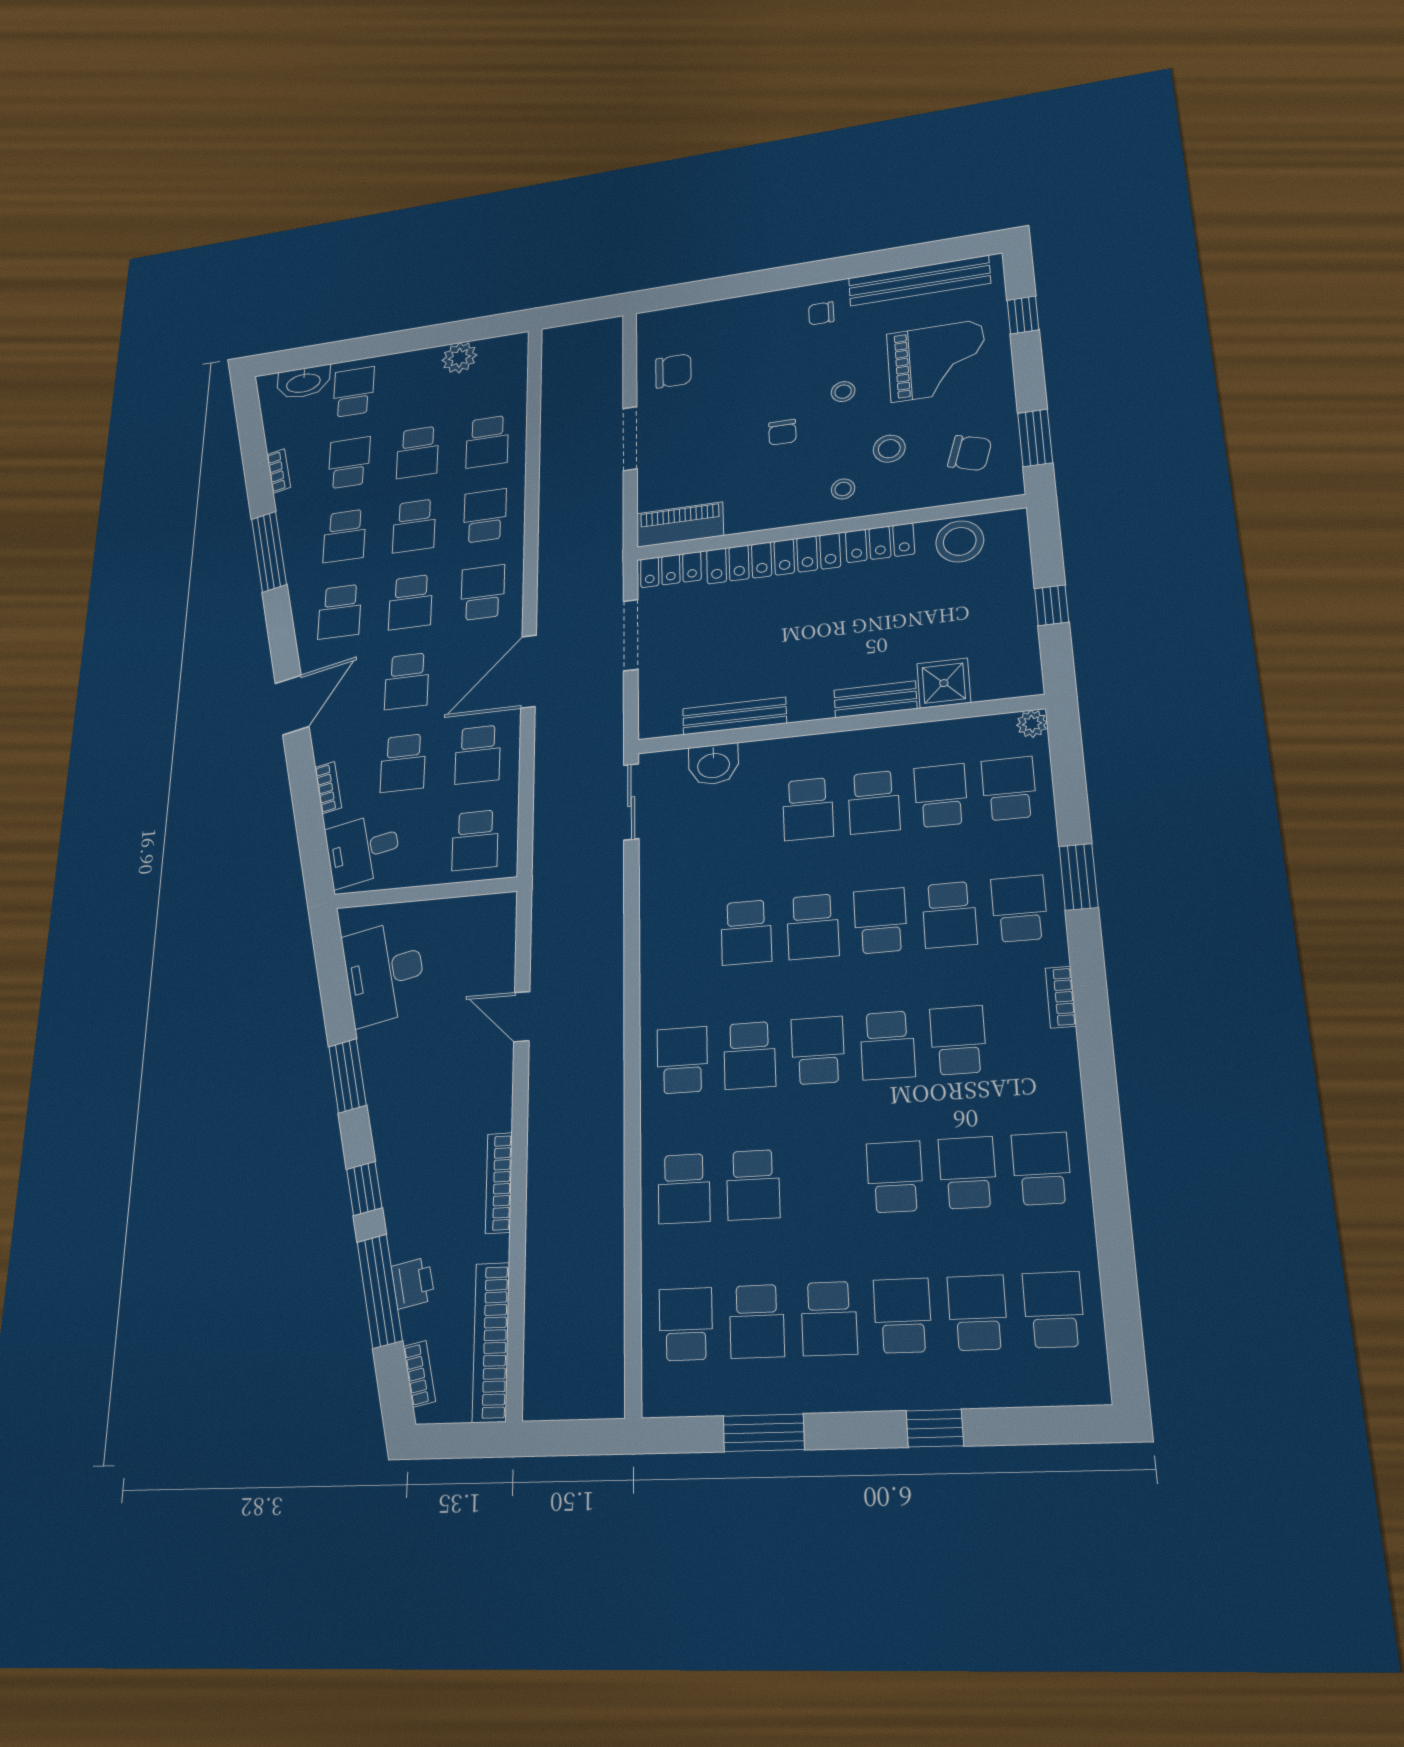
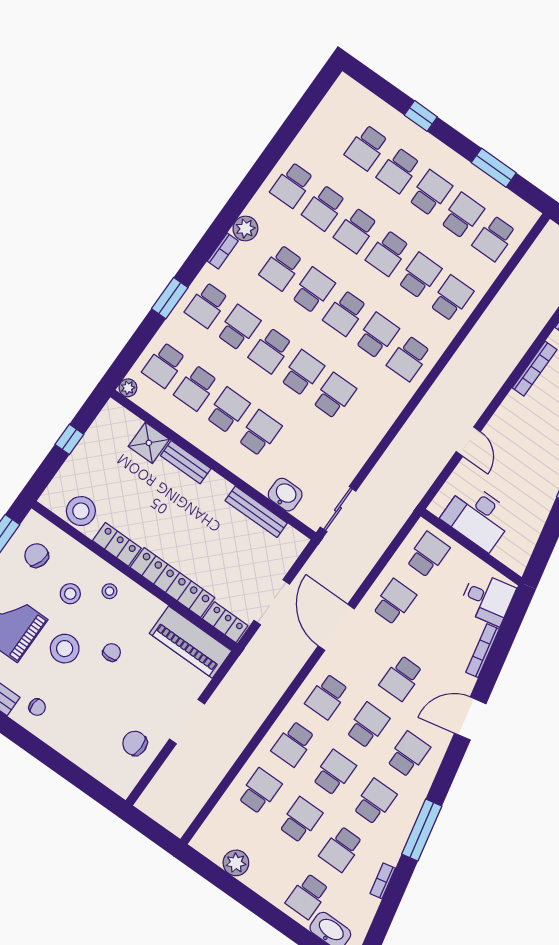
stool: (843, 392) -> (65, 649), width x1.89, depth x1.89
piano: (680, 525) -> (190, 642), width x1.37, depth x1.33
door: (529, 671) -> (336, 627), swing flipped
school desk: (407, 681) -> (401, 678), turned 180
school desk: (403, 763) -> (435, 631), removed
bookcase: (328, 788) -> (482, 651), width x1.56
desk: (384, 972) -> (478, 516), moved, turned 102
plant: (1056, 1053) -> (245, 229), added
school desk: (1054, 1310) -> (388, 253), moved

